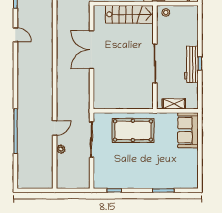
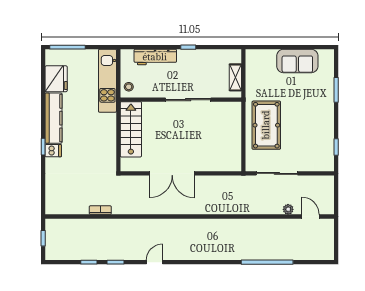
workbench: (191, 64) -> (155, 57), moved
door: (55, 128) -> (311, 216), moved
sofa: (188, 130) -> (297, 61), moved

